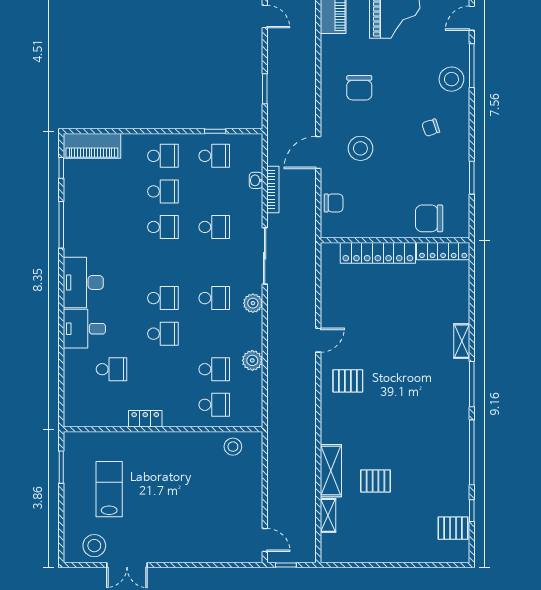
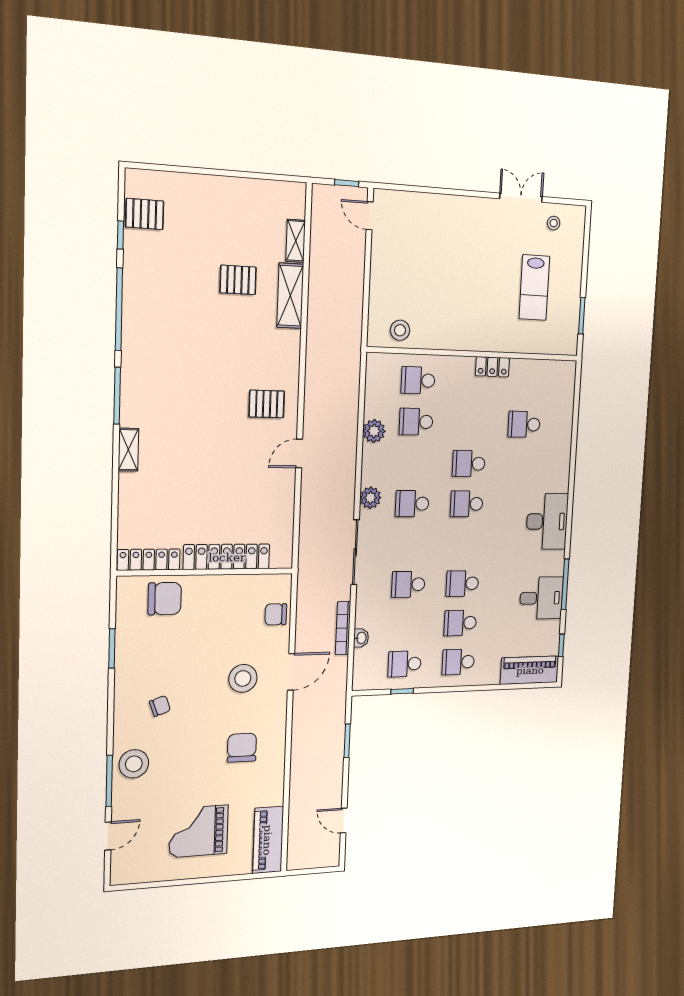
desk: (84, 329) -> (541, 598), moved
stool: (94, 546) -> (554, 223), width x0.53, depth x0.53

